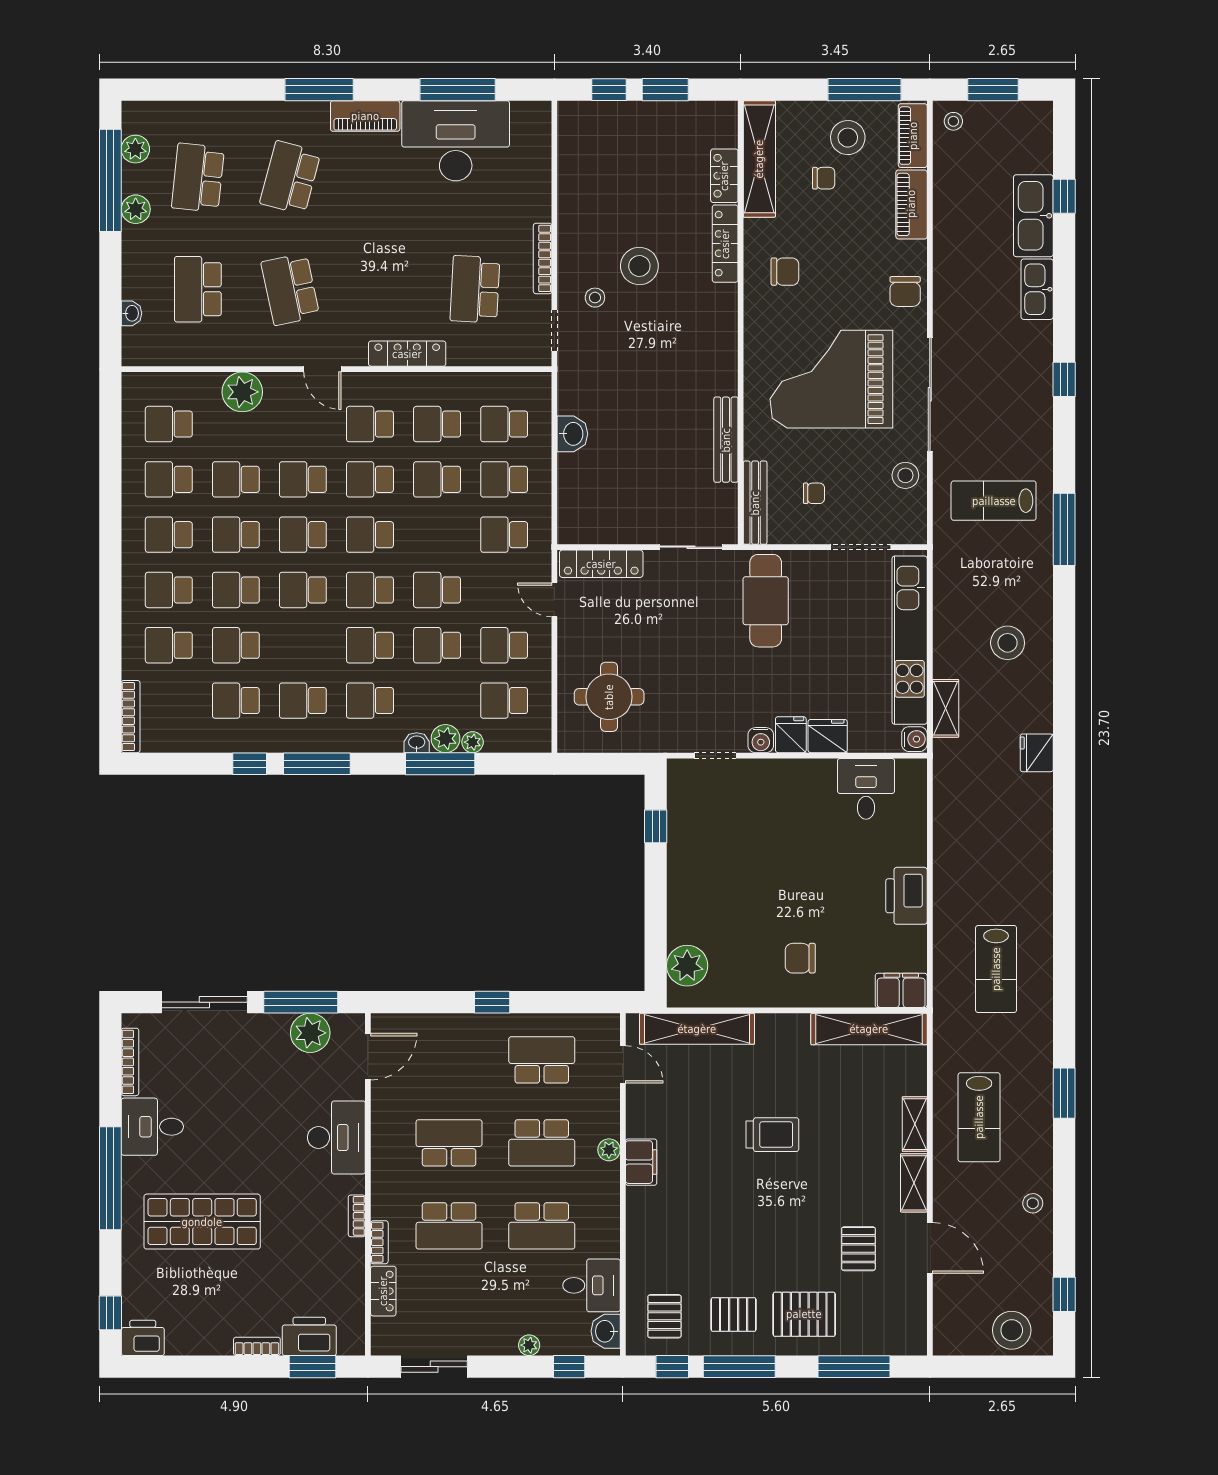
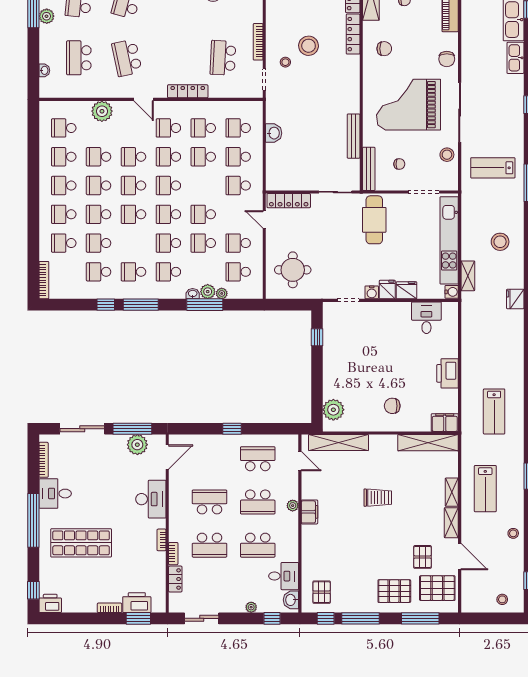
pallet: (734, 1315) -> (437, 588), moved, width x1.50, depth x1.42
stool: (1012, 1330) -> (502, 599), width x0.53, depth x0.53

